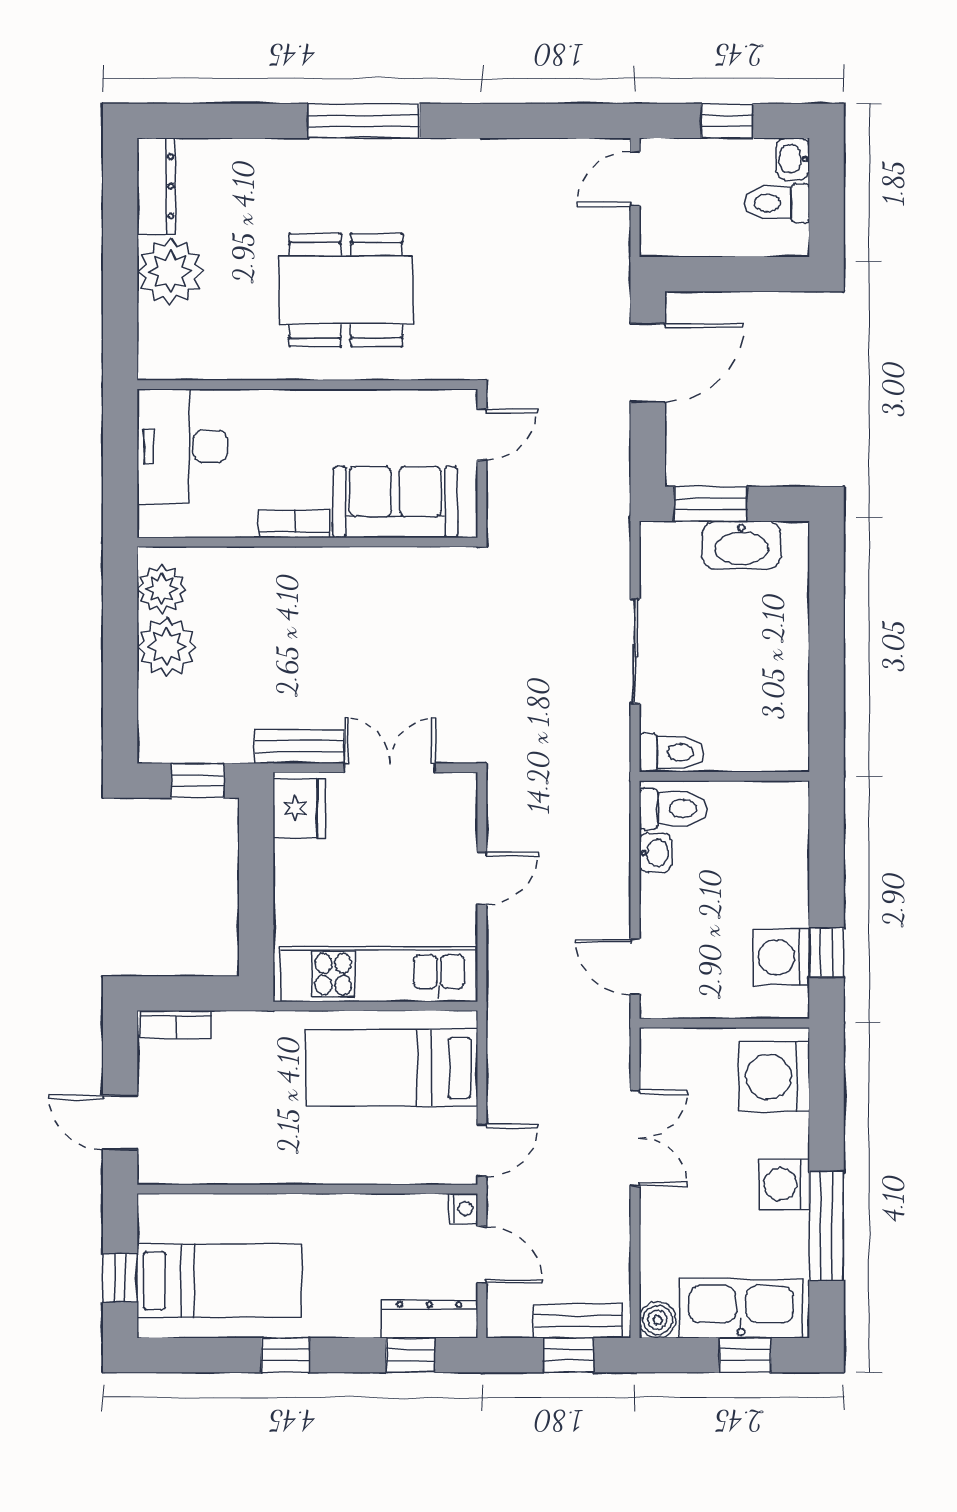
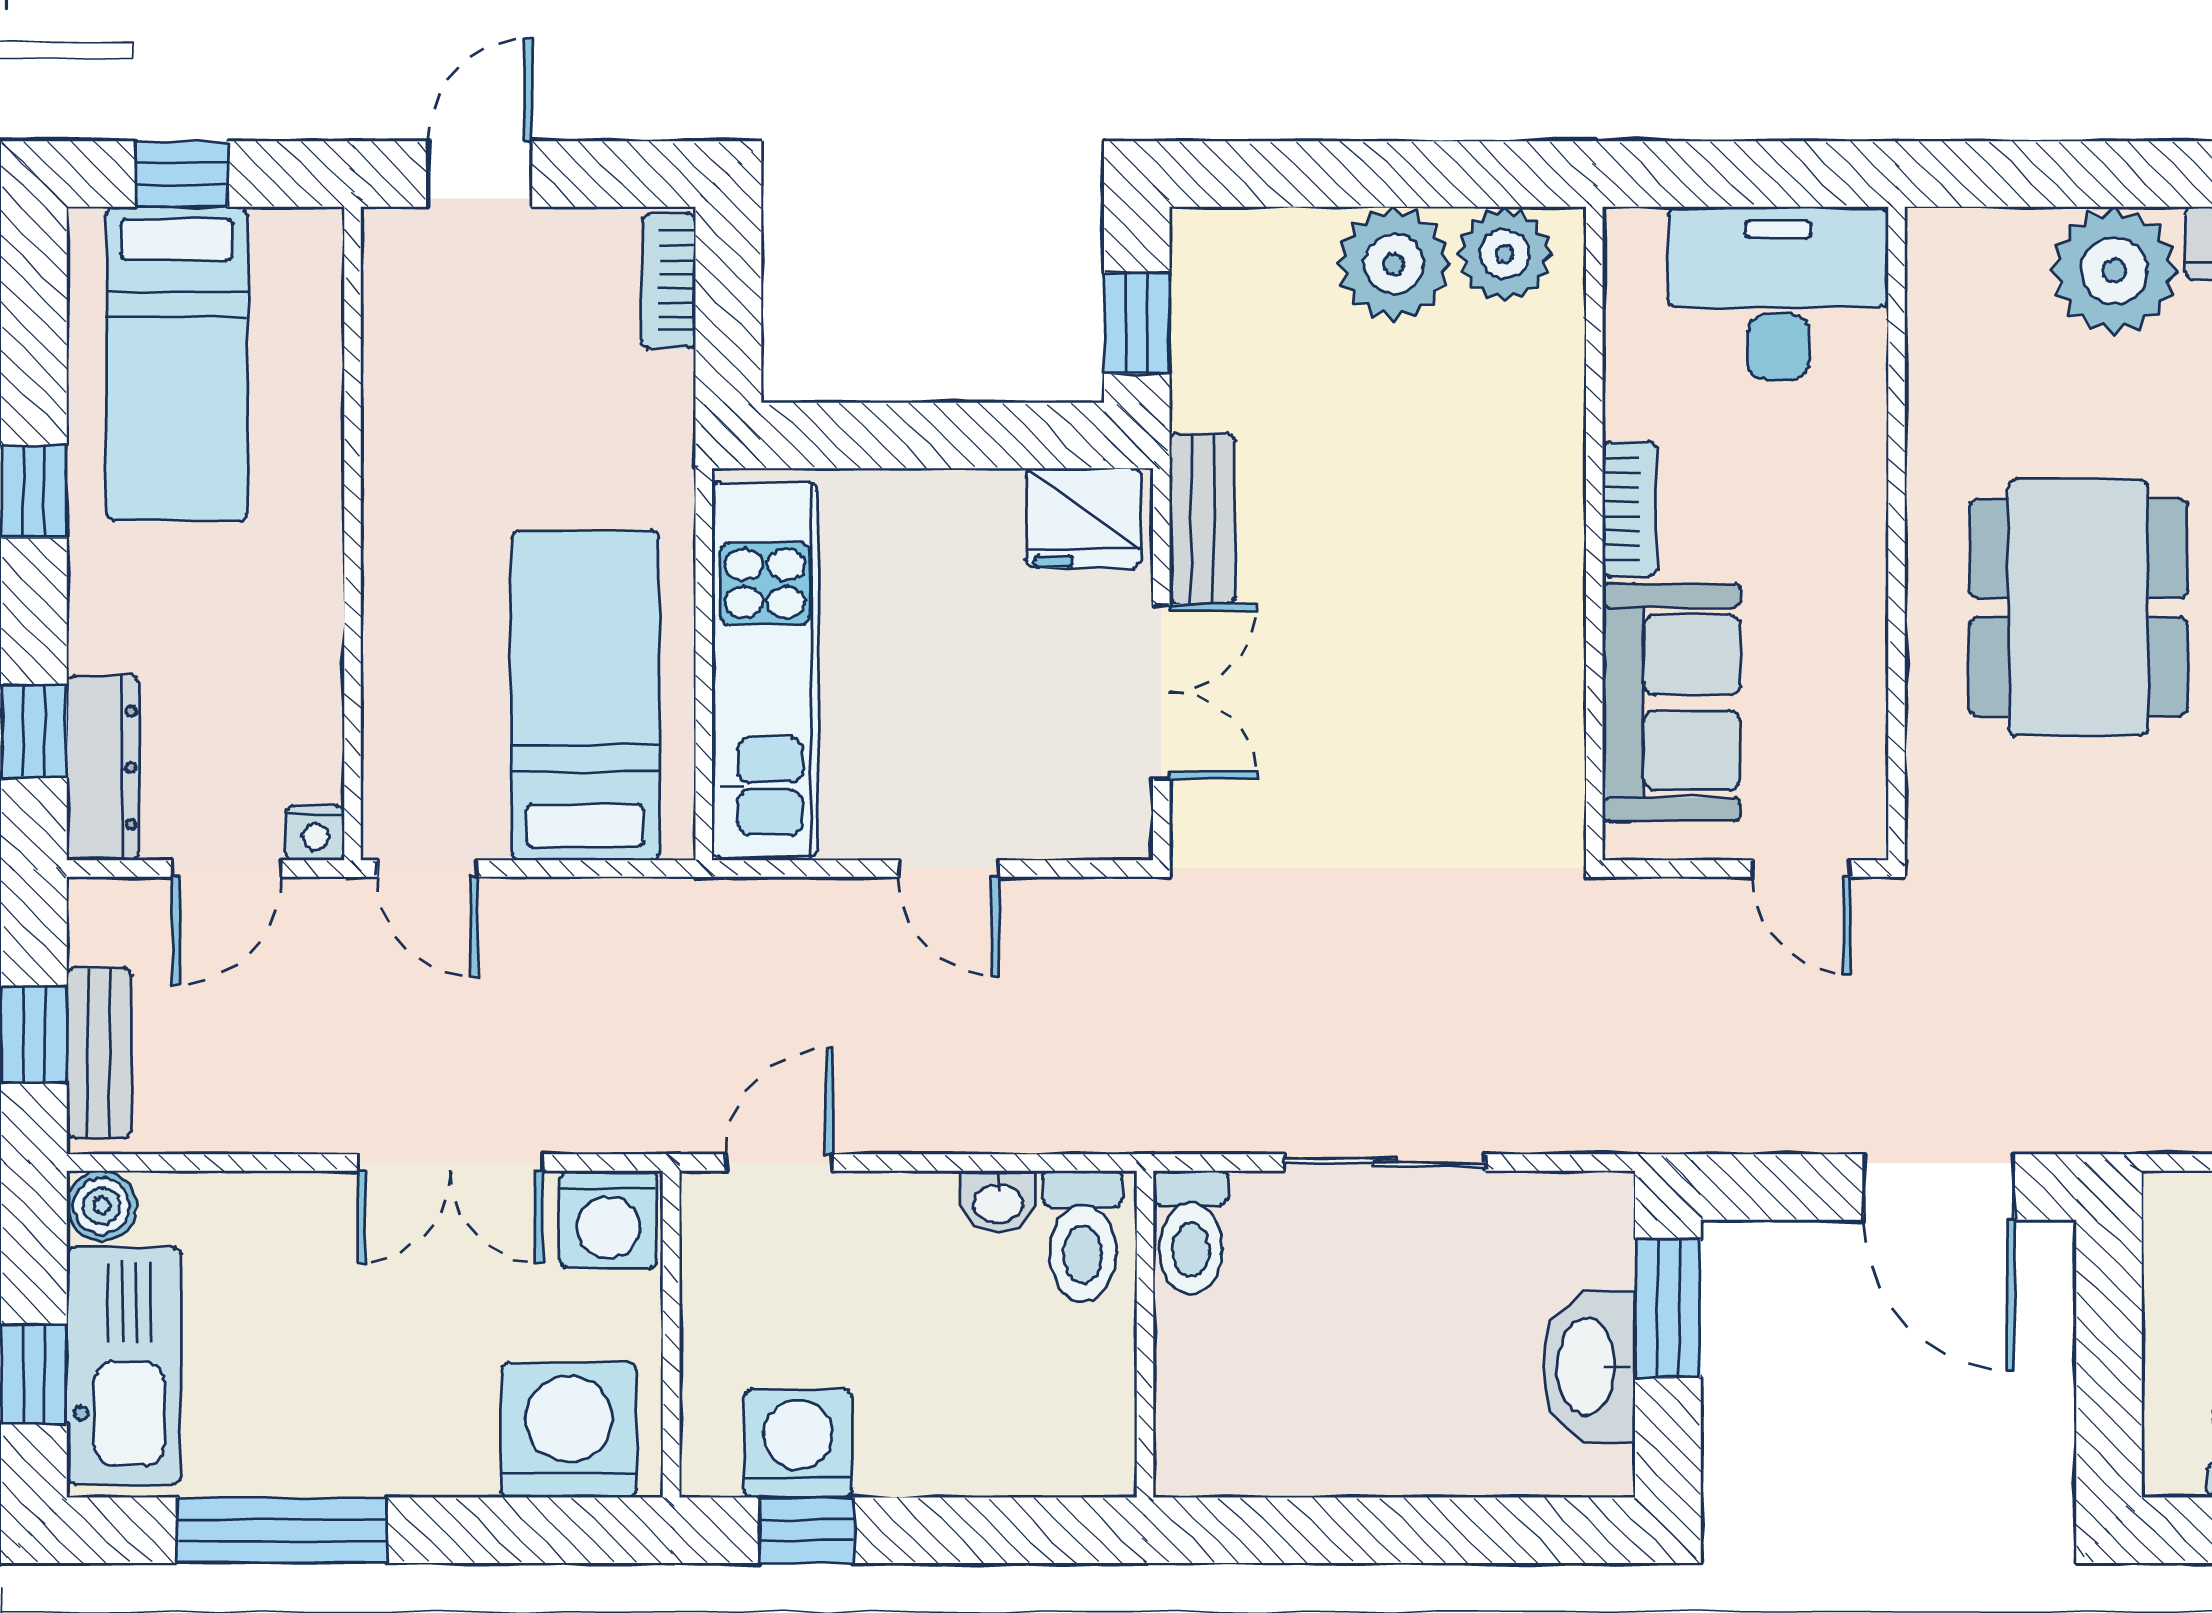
washing machine: (784, 1184) -> (609, 1219), moved, turned 180

